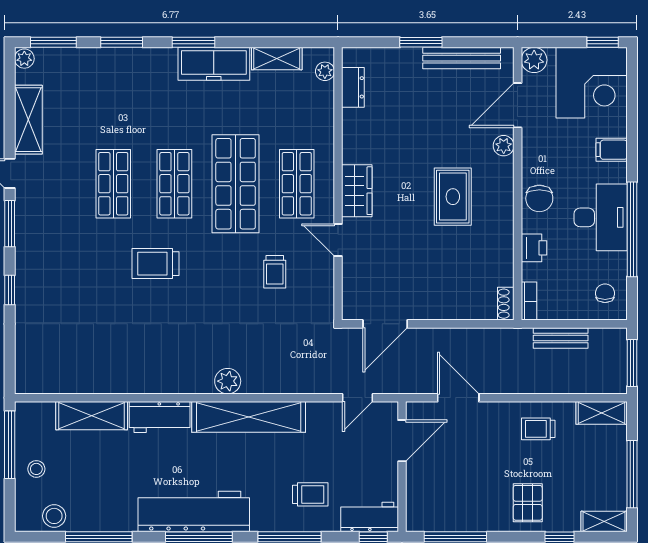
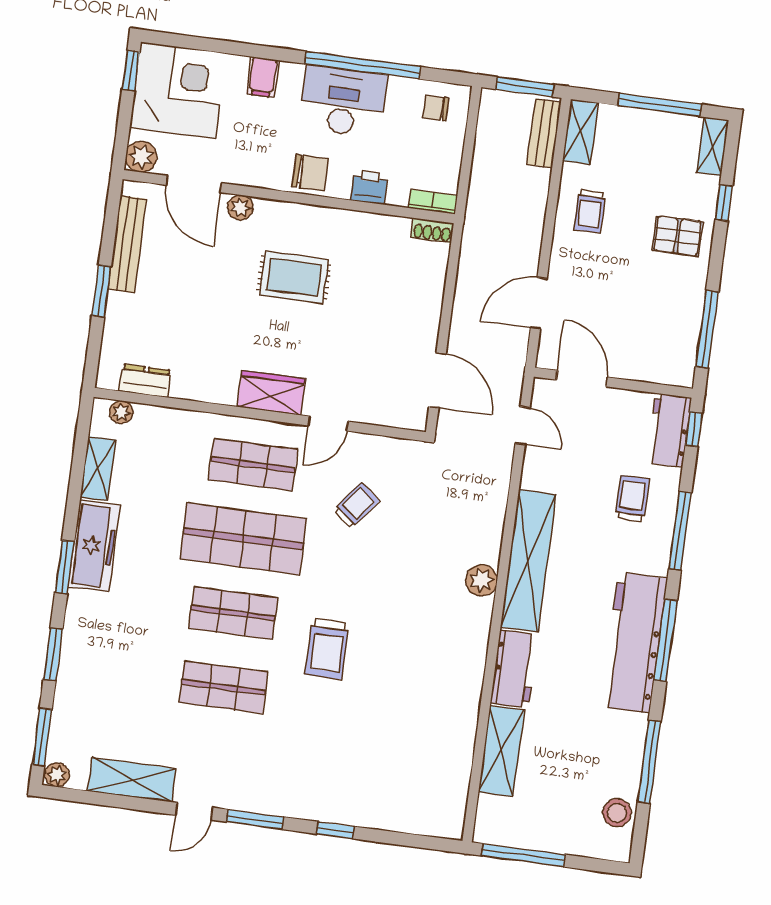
trolley: (275, 272) -> (356, 506), turned -52
bench: (561, 338) -> (544, 133), moved
stool: (36, 469) -> (557, 827), removed

